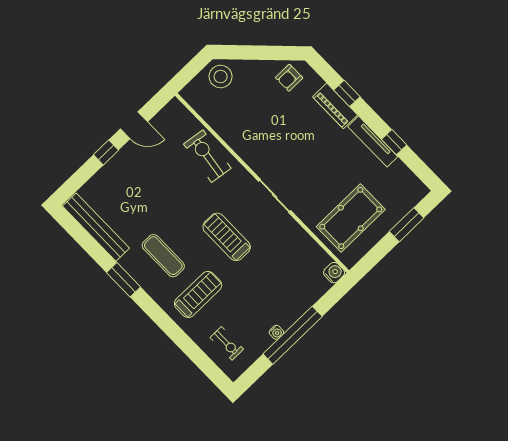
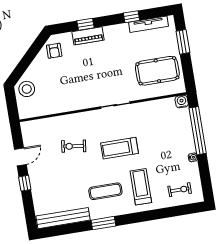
tv unit: (373, 142) -> (149, 24), moved
exercise bike: (207, 156) -> (74, 146), moved, width x0.73, depth x0.72
pool table: (351, 218) -> (157, 71), turned 90
window: (293, 335) -> (198, 131), moved

